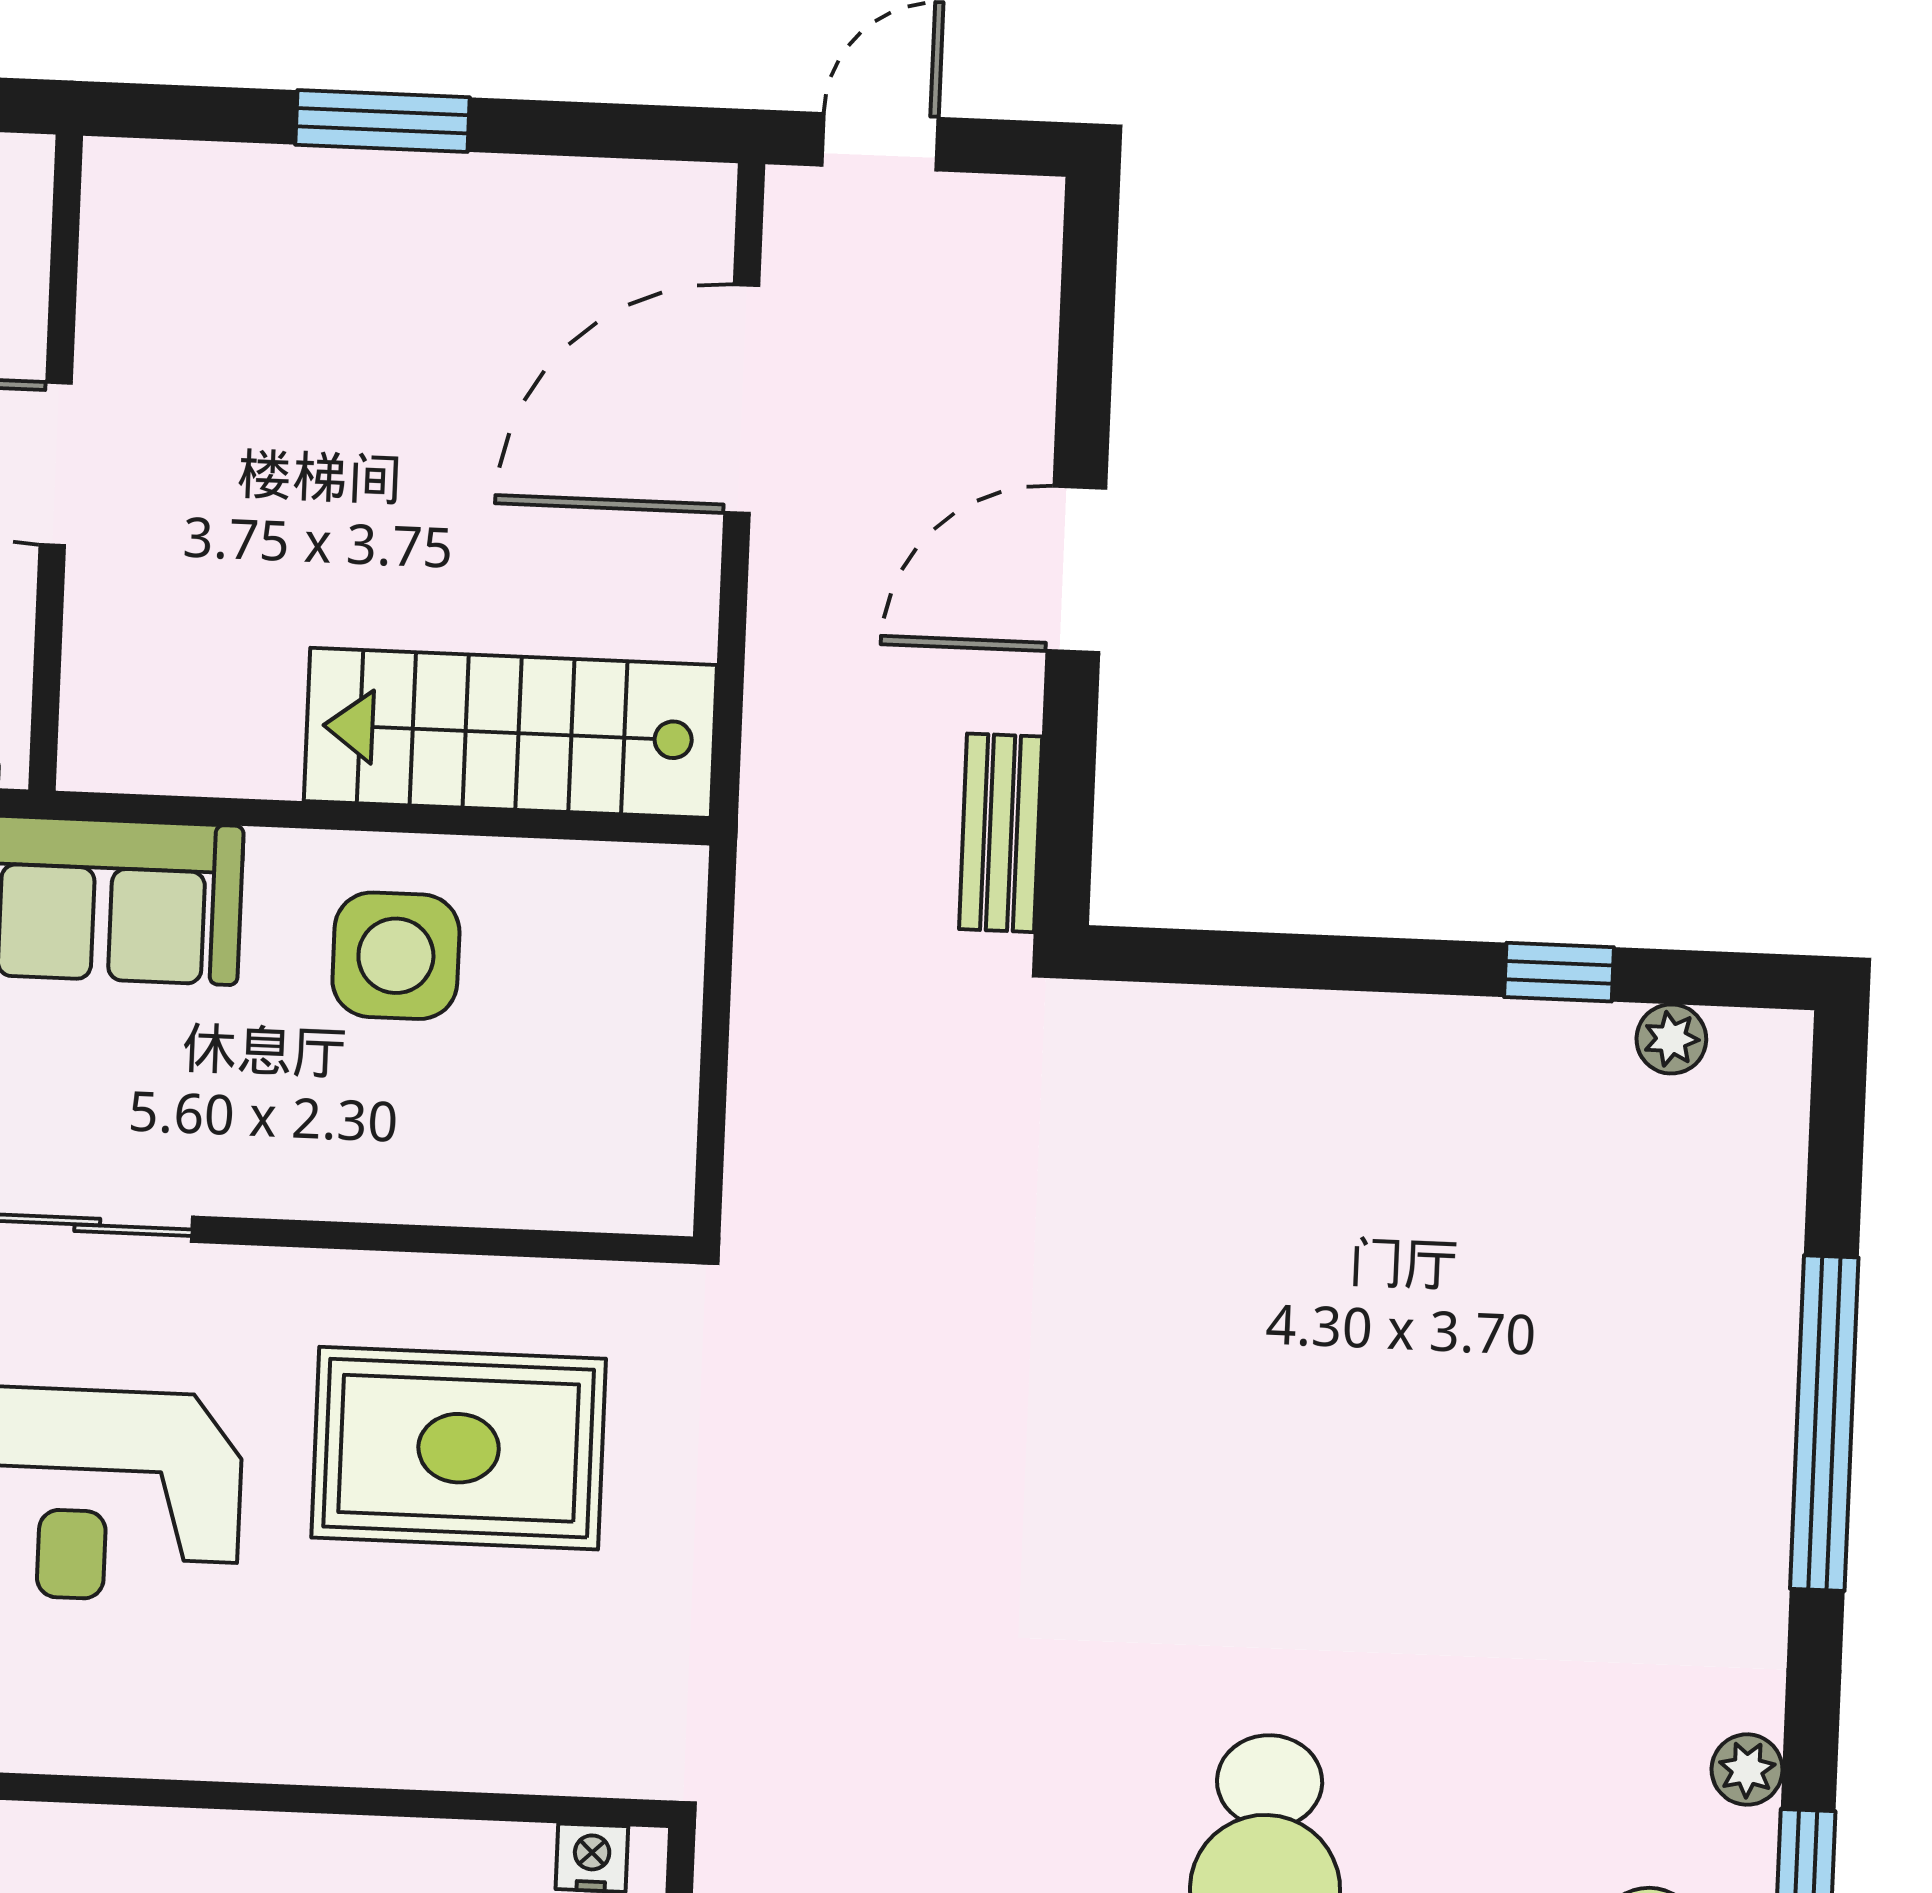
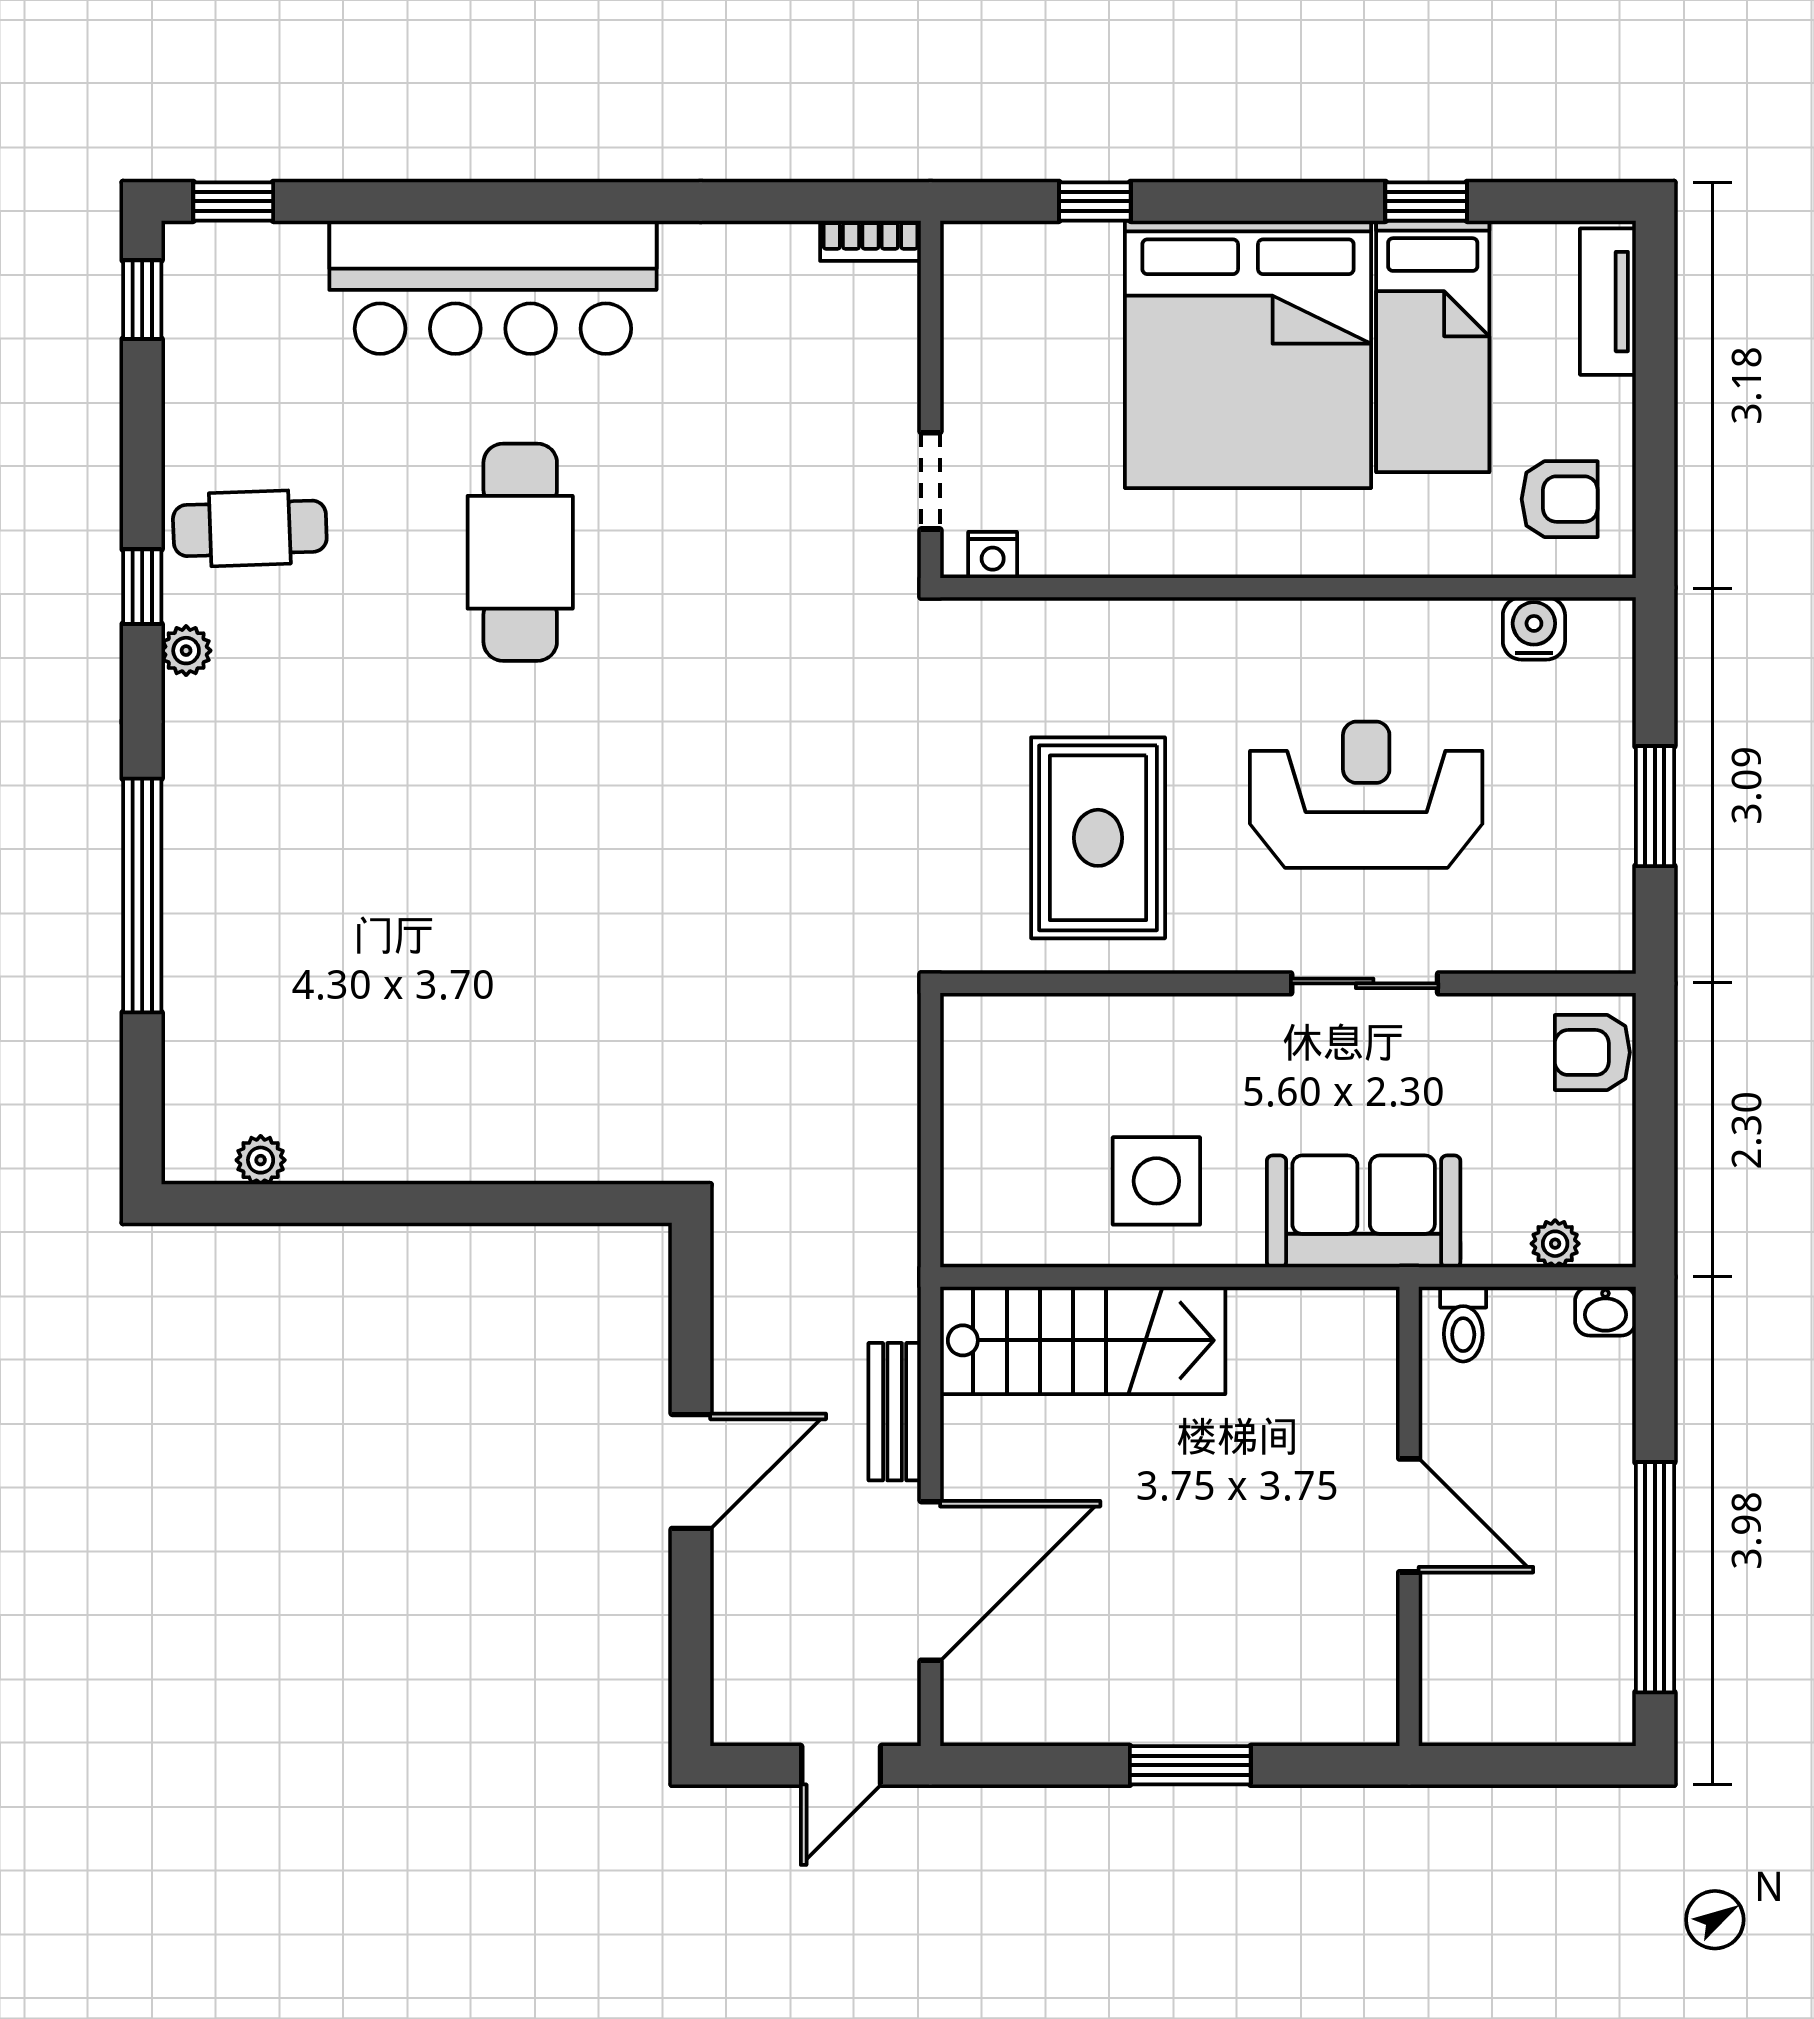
bench: (1001, 833) -> (895, 1412), moved
window: (1559, 972) -> (341, 1204), removed
rug: (459, 1448) -> (1098, 838), turned 90

